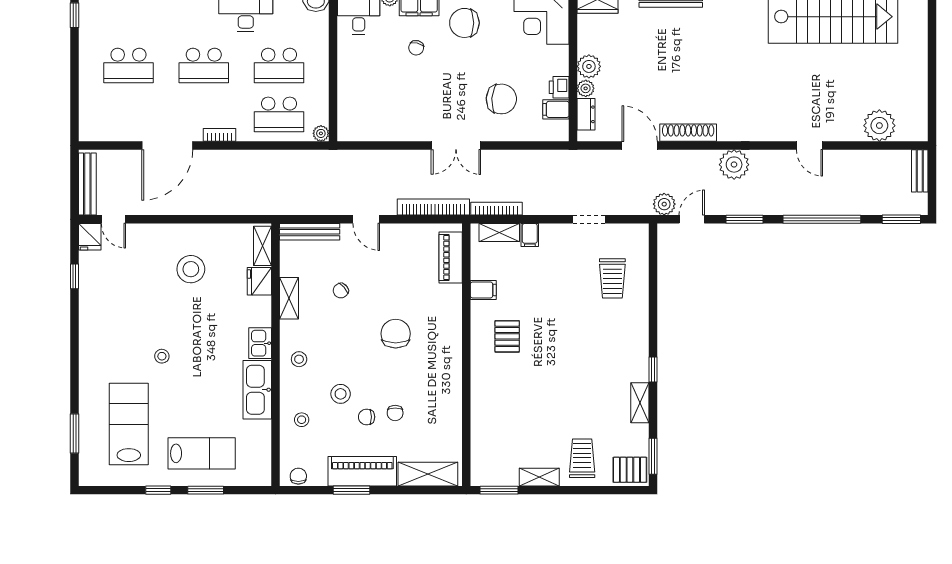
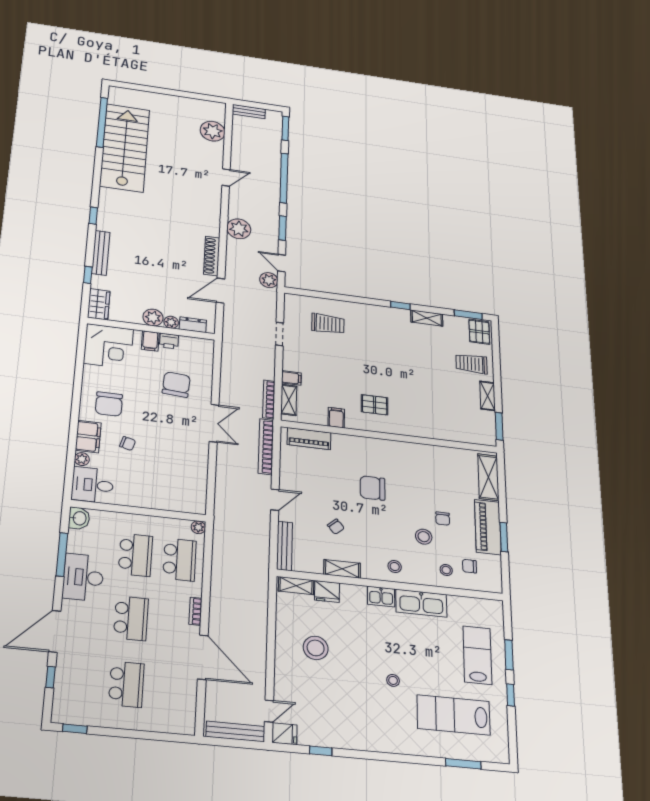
filing cabinet: (556, 109) -> (150, 341), moved
chair: (395, 413) -> (439, 496), removed
chair: (298, 476) -> (469, 566), moved

